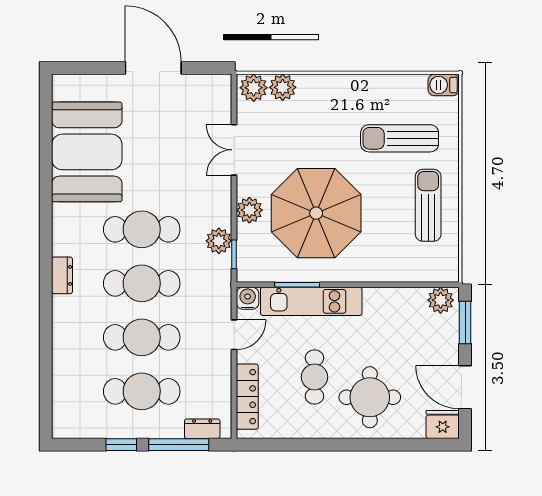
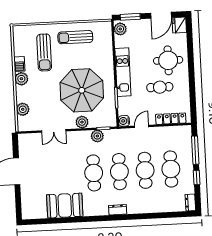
barbecue: (444, 85) -> (19, 64), moved
plant: (254, 88) -> (21, 79), moved
booth: (87, 152) -> (65, 206), width x0.73, depth x0.70
kitchen unit: (311, 301) -> (123, 72), moved
door: (234, 335) -> (142, 126), hinge flipped
dresser: (202, 429) -> (190, 203), moved

